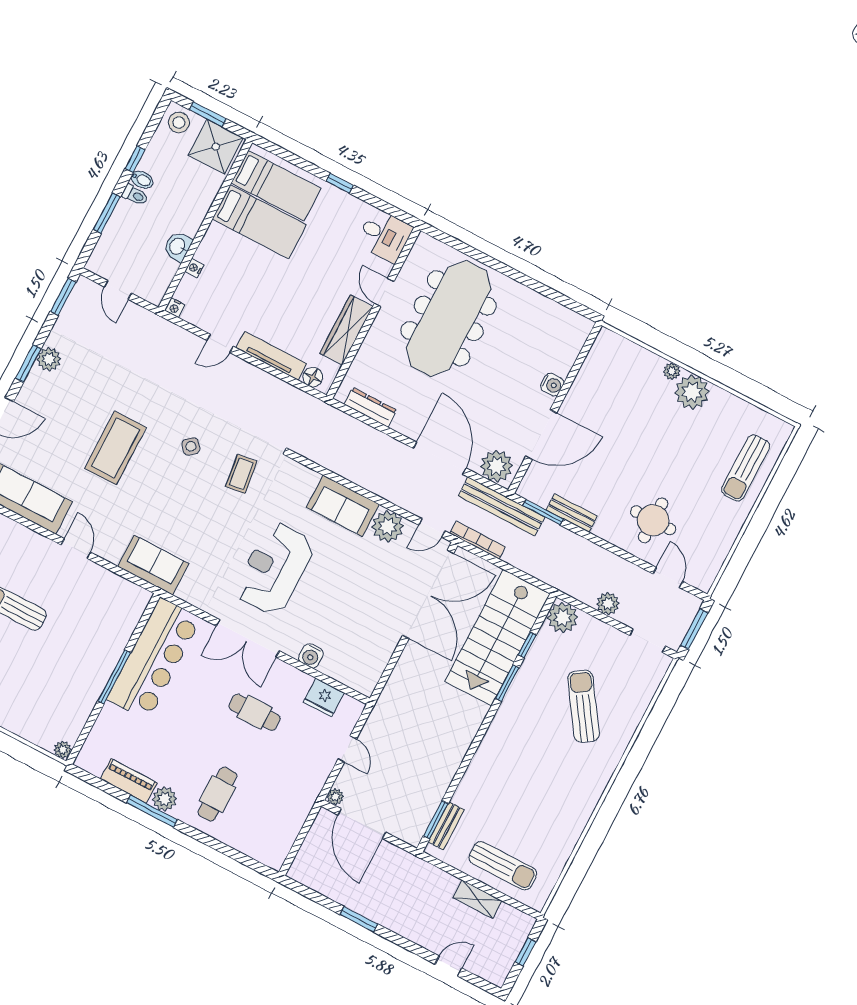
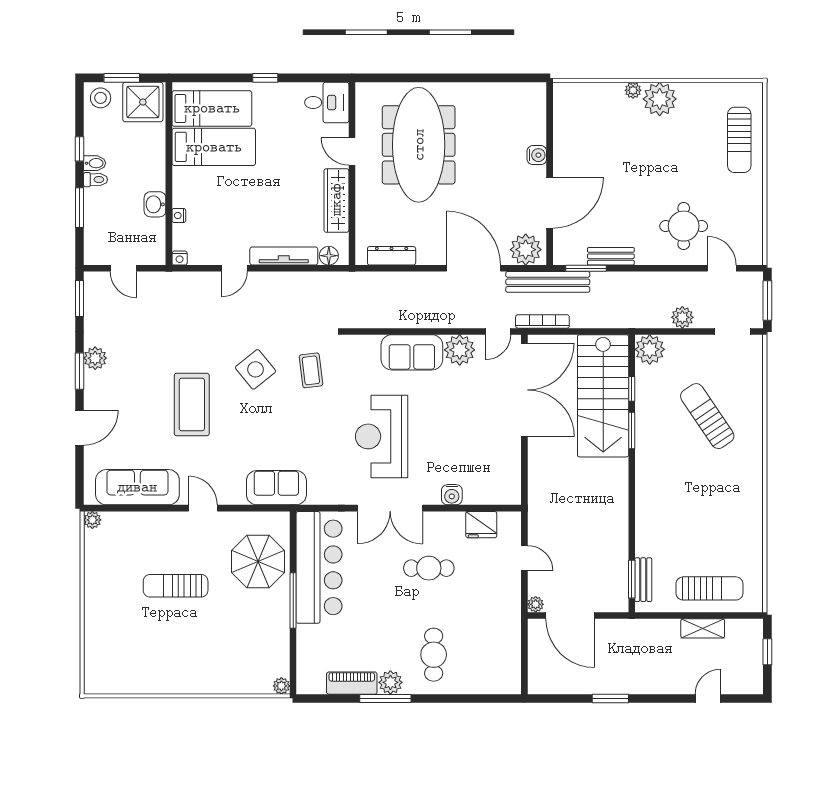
side table: (191, 446) -> (255, 369), width x1.87, depth x1.87
parasol: (101, 624) -> (258, 562), added

